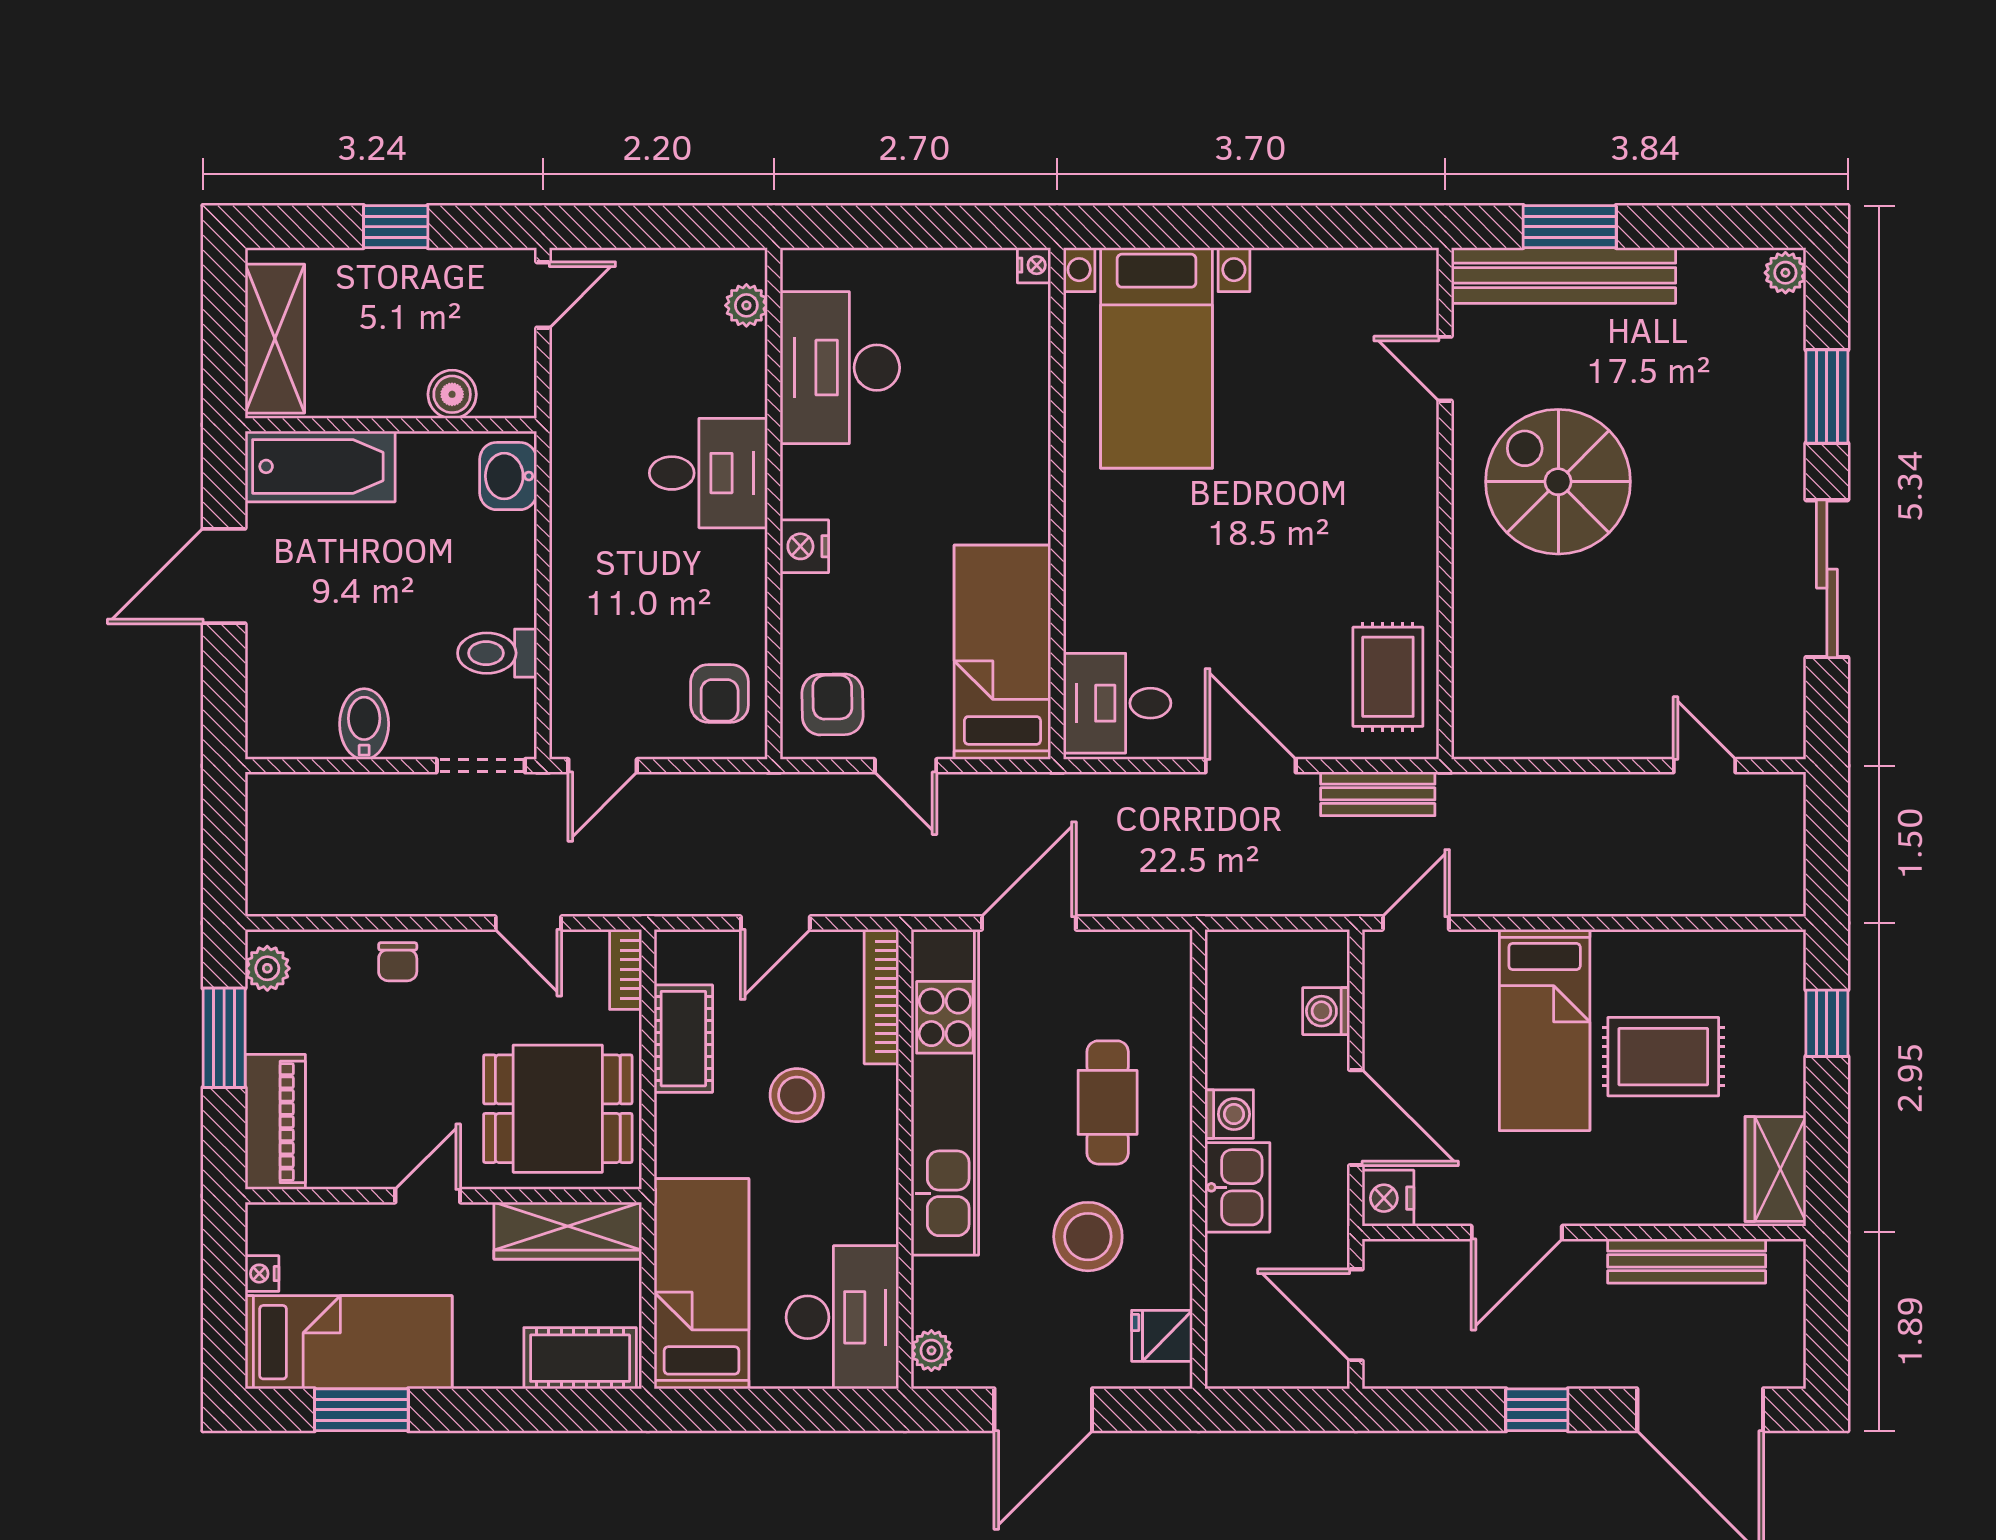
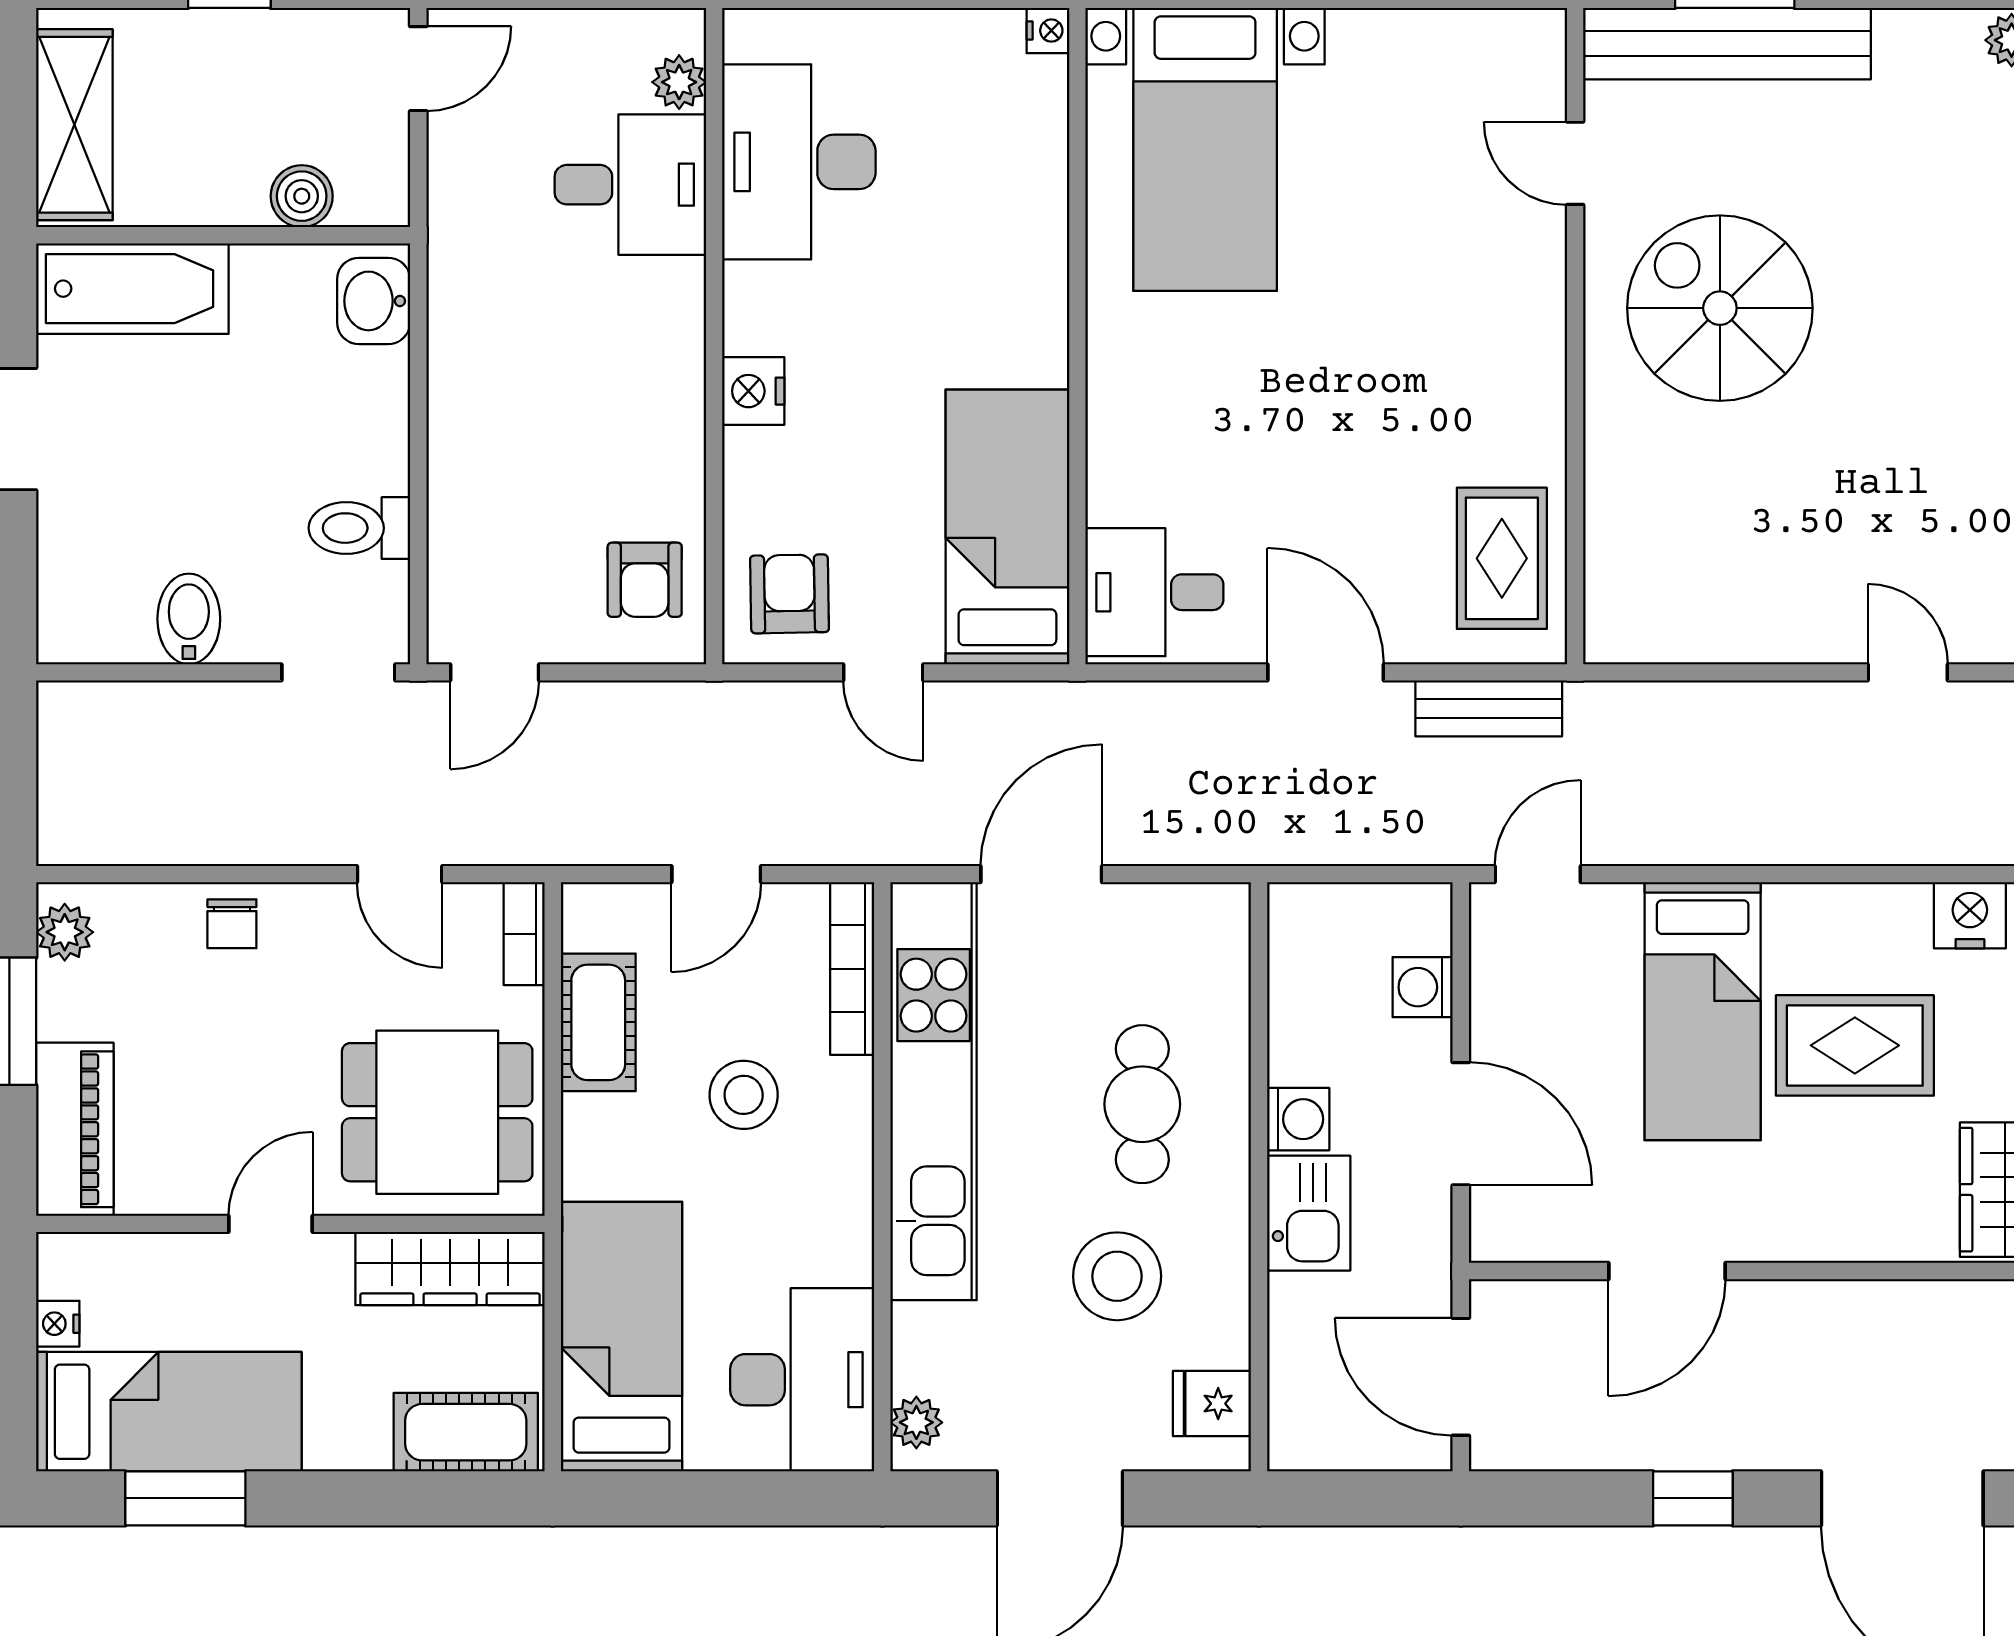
desk: (708, 473) -> (630, 185), moved
nightstand: (1388, 1198) -> (1970, 915), moved, turned 90
bench: (1687, 1261) -> (1885, 1307), removed

